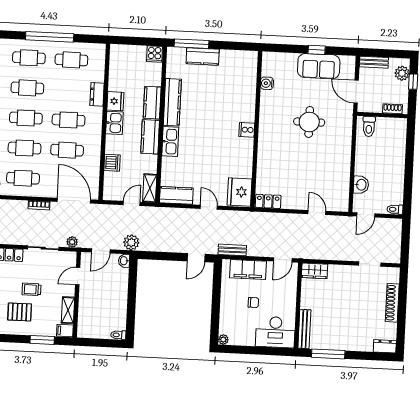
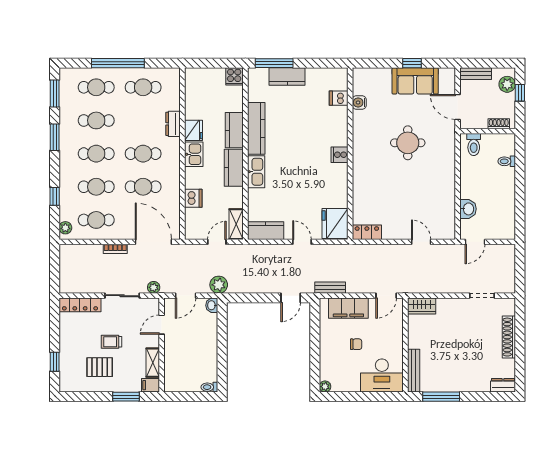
dishwasher: (248, 78) -> (339, 98), added
toilet: (395, 209) -> (507, 161), moved

